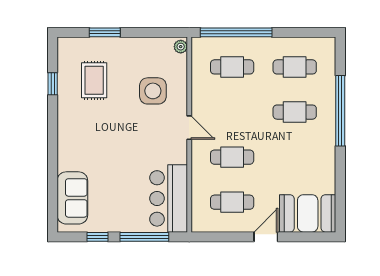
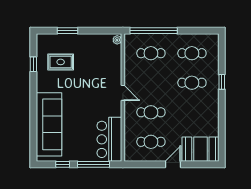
rug: (94, 80) -> (61, 62), turned 90
side table: (153, 91) -> (99, 69), removed
window: (340, 111) -> (222, 82), width x0.32
sofa: (72, 198) -> (49, 124), width x1.85, depth x1.27

